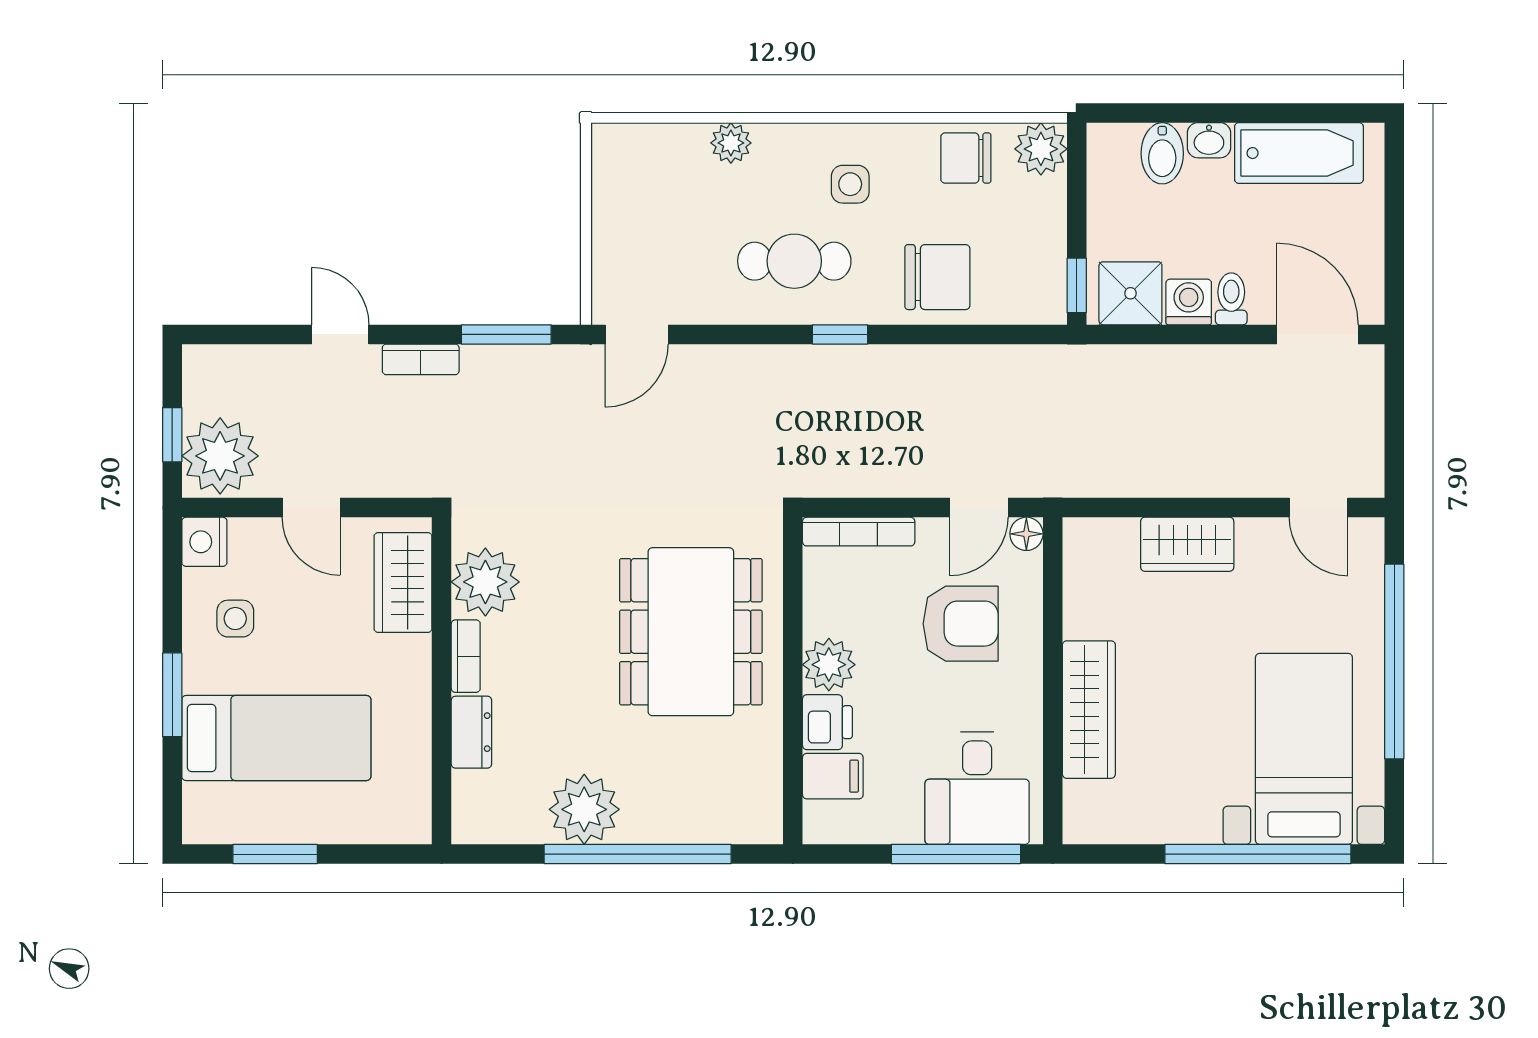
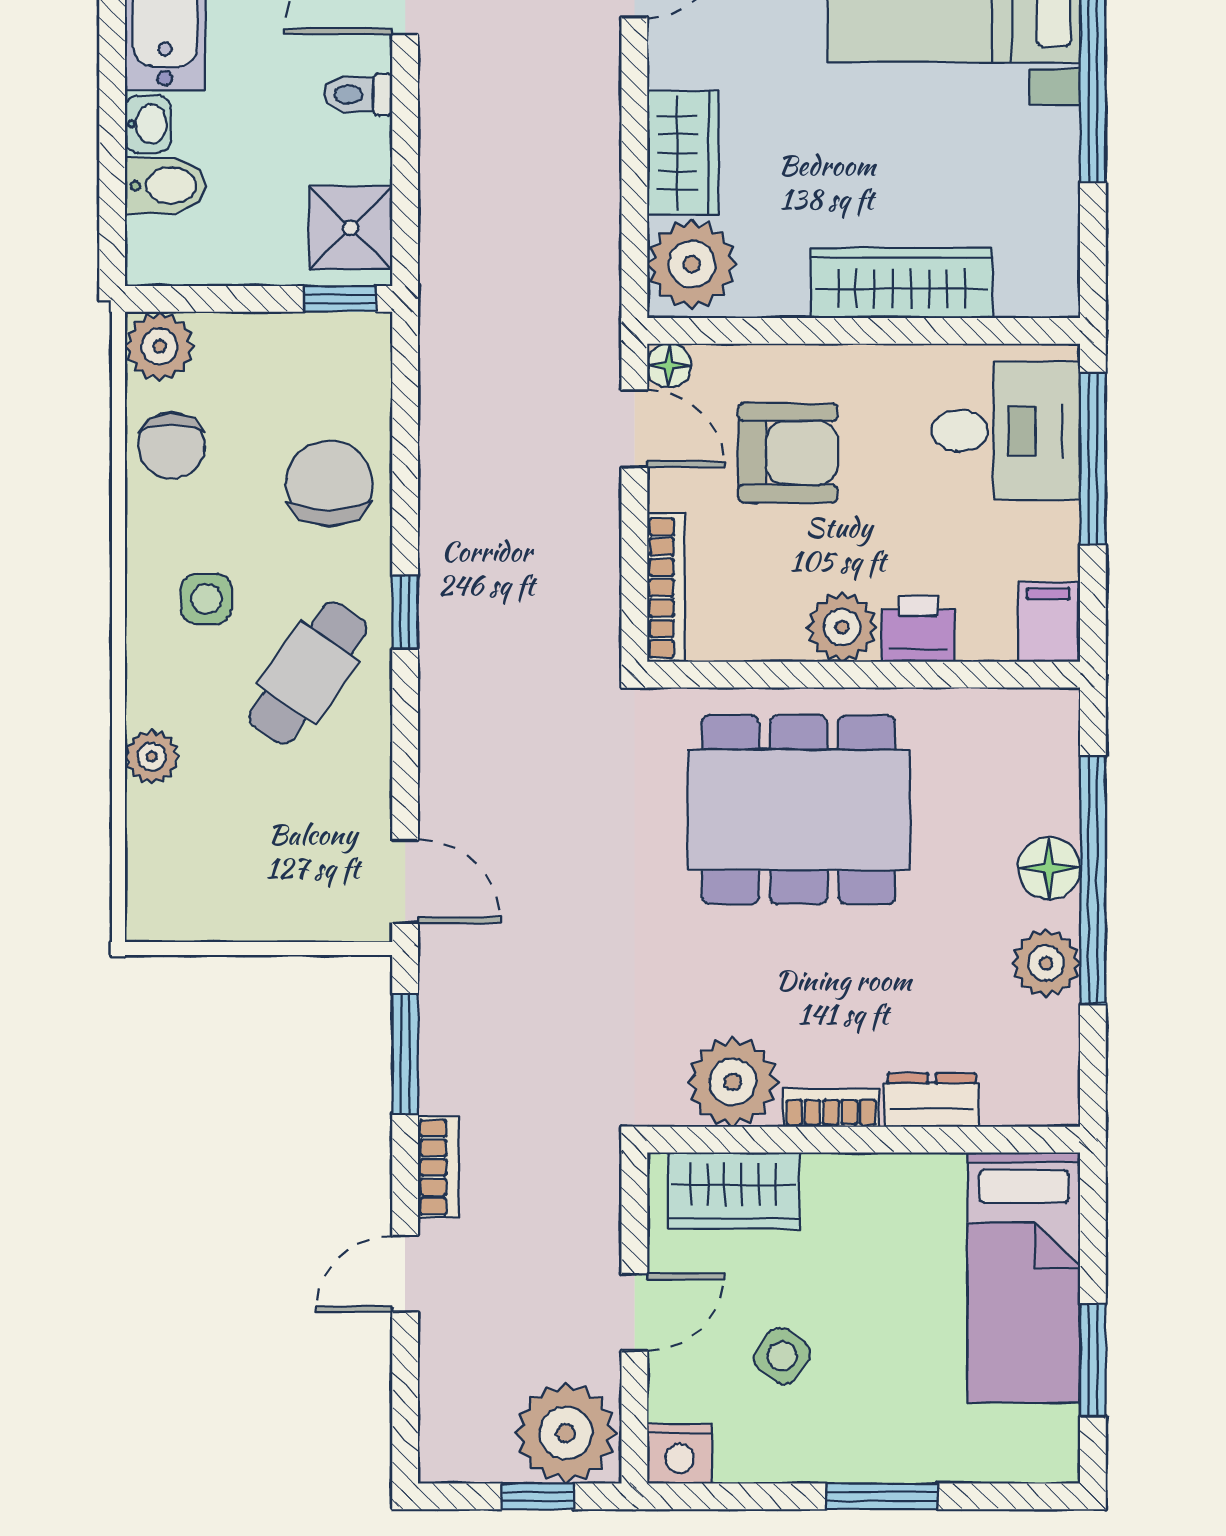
cafe table: (794, 261) -> (308, 673), turned 35
washing machine: (1189, 302) -> (362, 151), removed
plant: (1103, 551) -> (692, 264), added
side table: (235, 619) -> (782, 1356), moved, turned 37
armchair: (961, 624) -> (788, 453), turned 90
bed: (276, 738) -> (1024, 1278), moved, turned 180
filing cabinet: (833, 776) -> (1048, 622), moved
plant: (584, 809) -> (1046, 963), width x0.73, depth x0.73
floor lamp: (647, 821) -> (1049, 868), added

